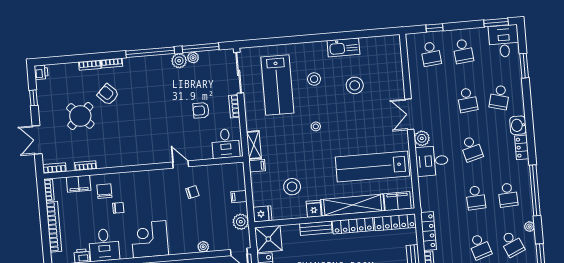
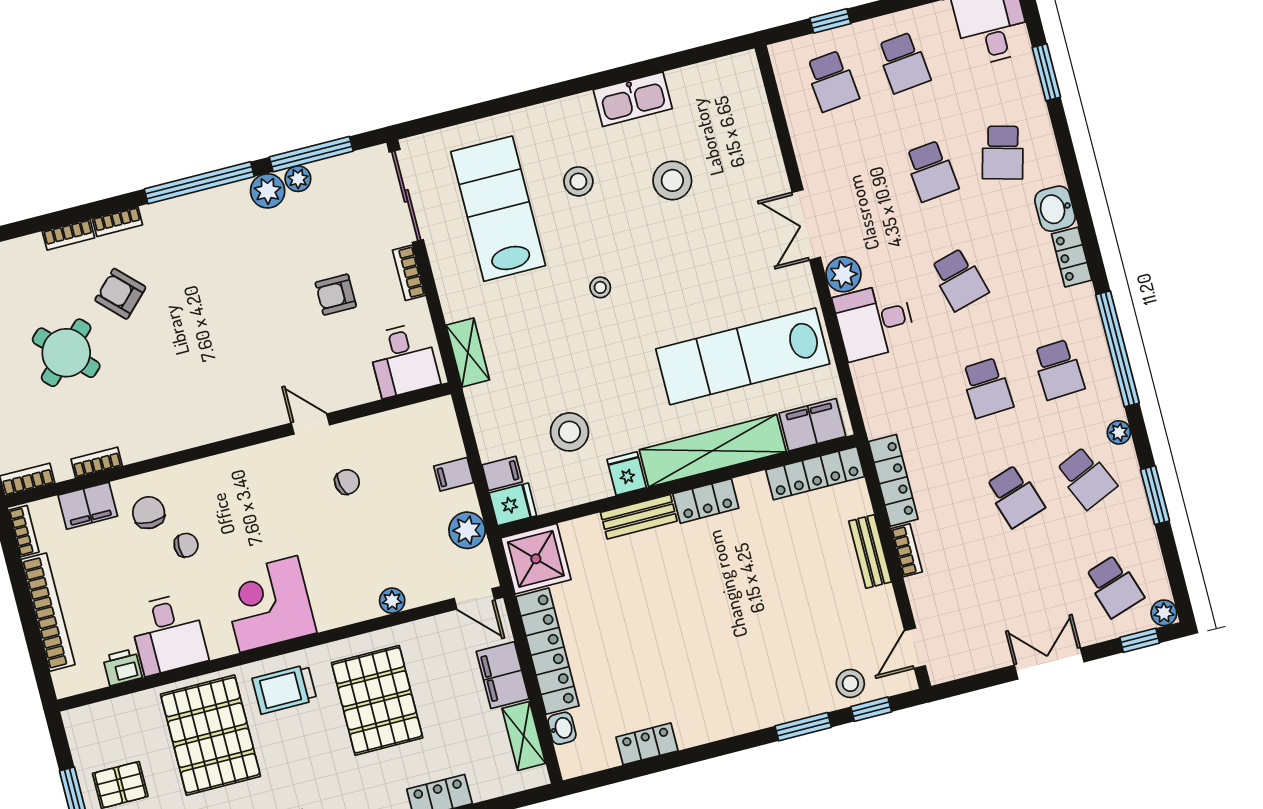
lab bench: (277, 85) -> (498, 209), turned 180
filing cabinet: (257, 166) -> (502, 473), moved
locker: (353, 226) -> (706, 501), width x0.66

